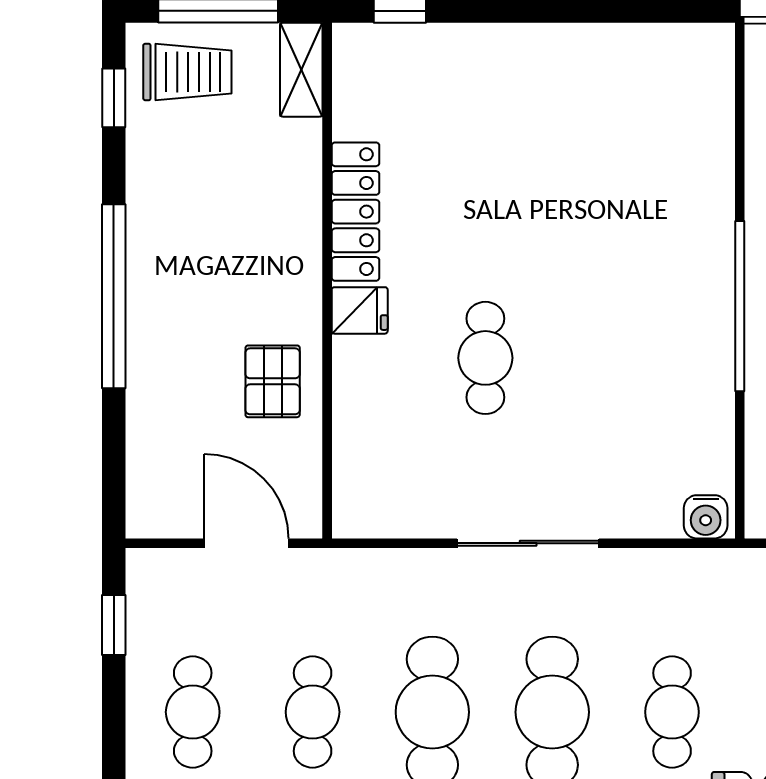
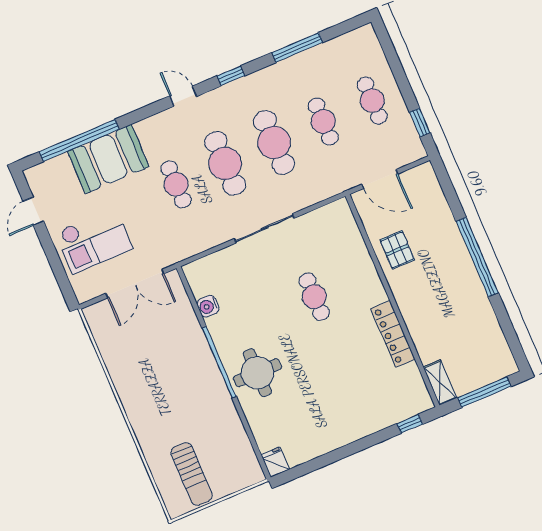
trolley: (187, 72) -> (486, 362), removed
window: (114, 98) -> (512, 338), removed
round table: (670, 251) -> (257, 373), added
fridge: (360, 310) -> (275, 462), moved, turned 90
water cooler: (706, 517) -> (208, 306), moved, turned -90

